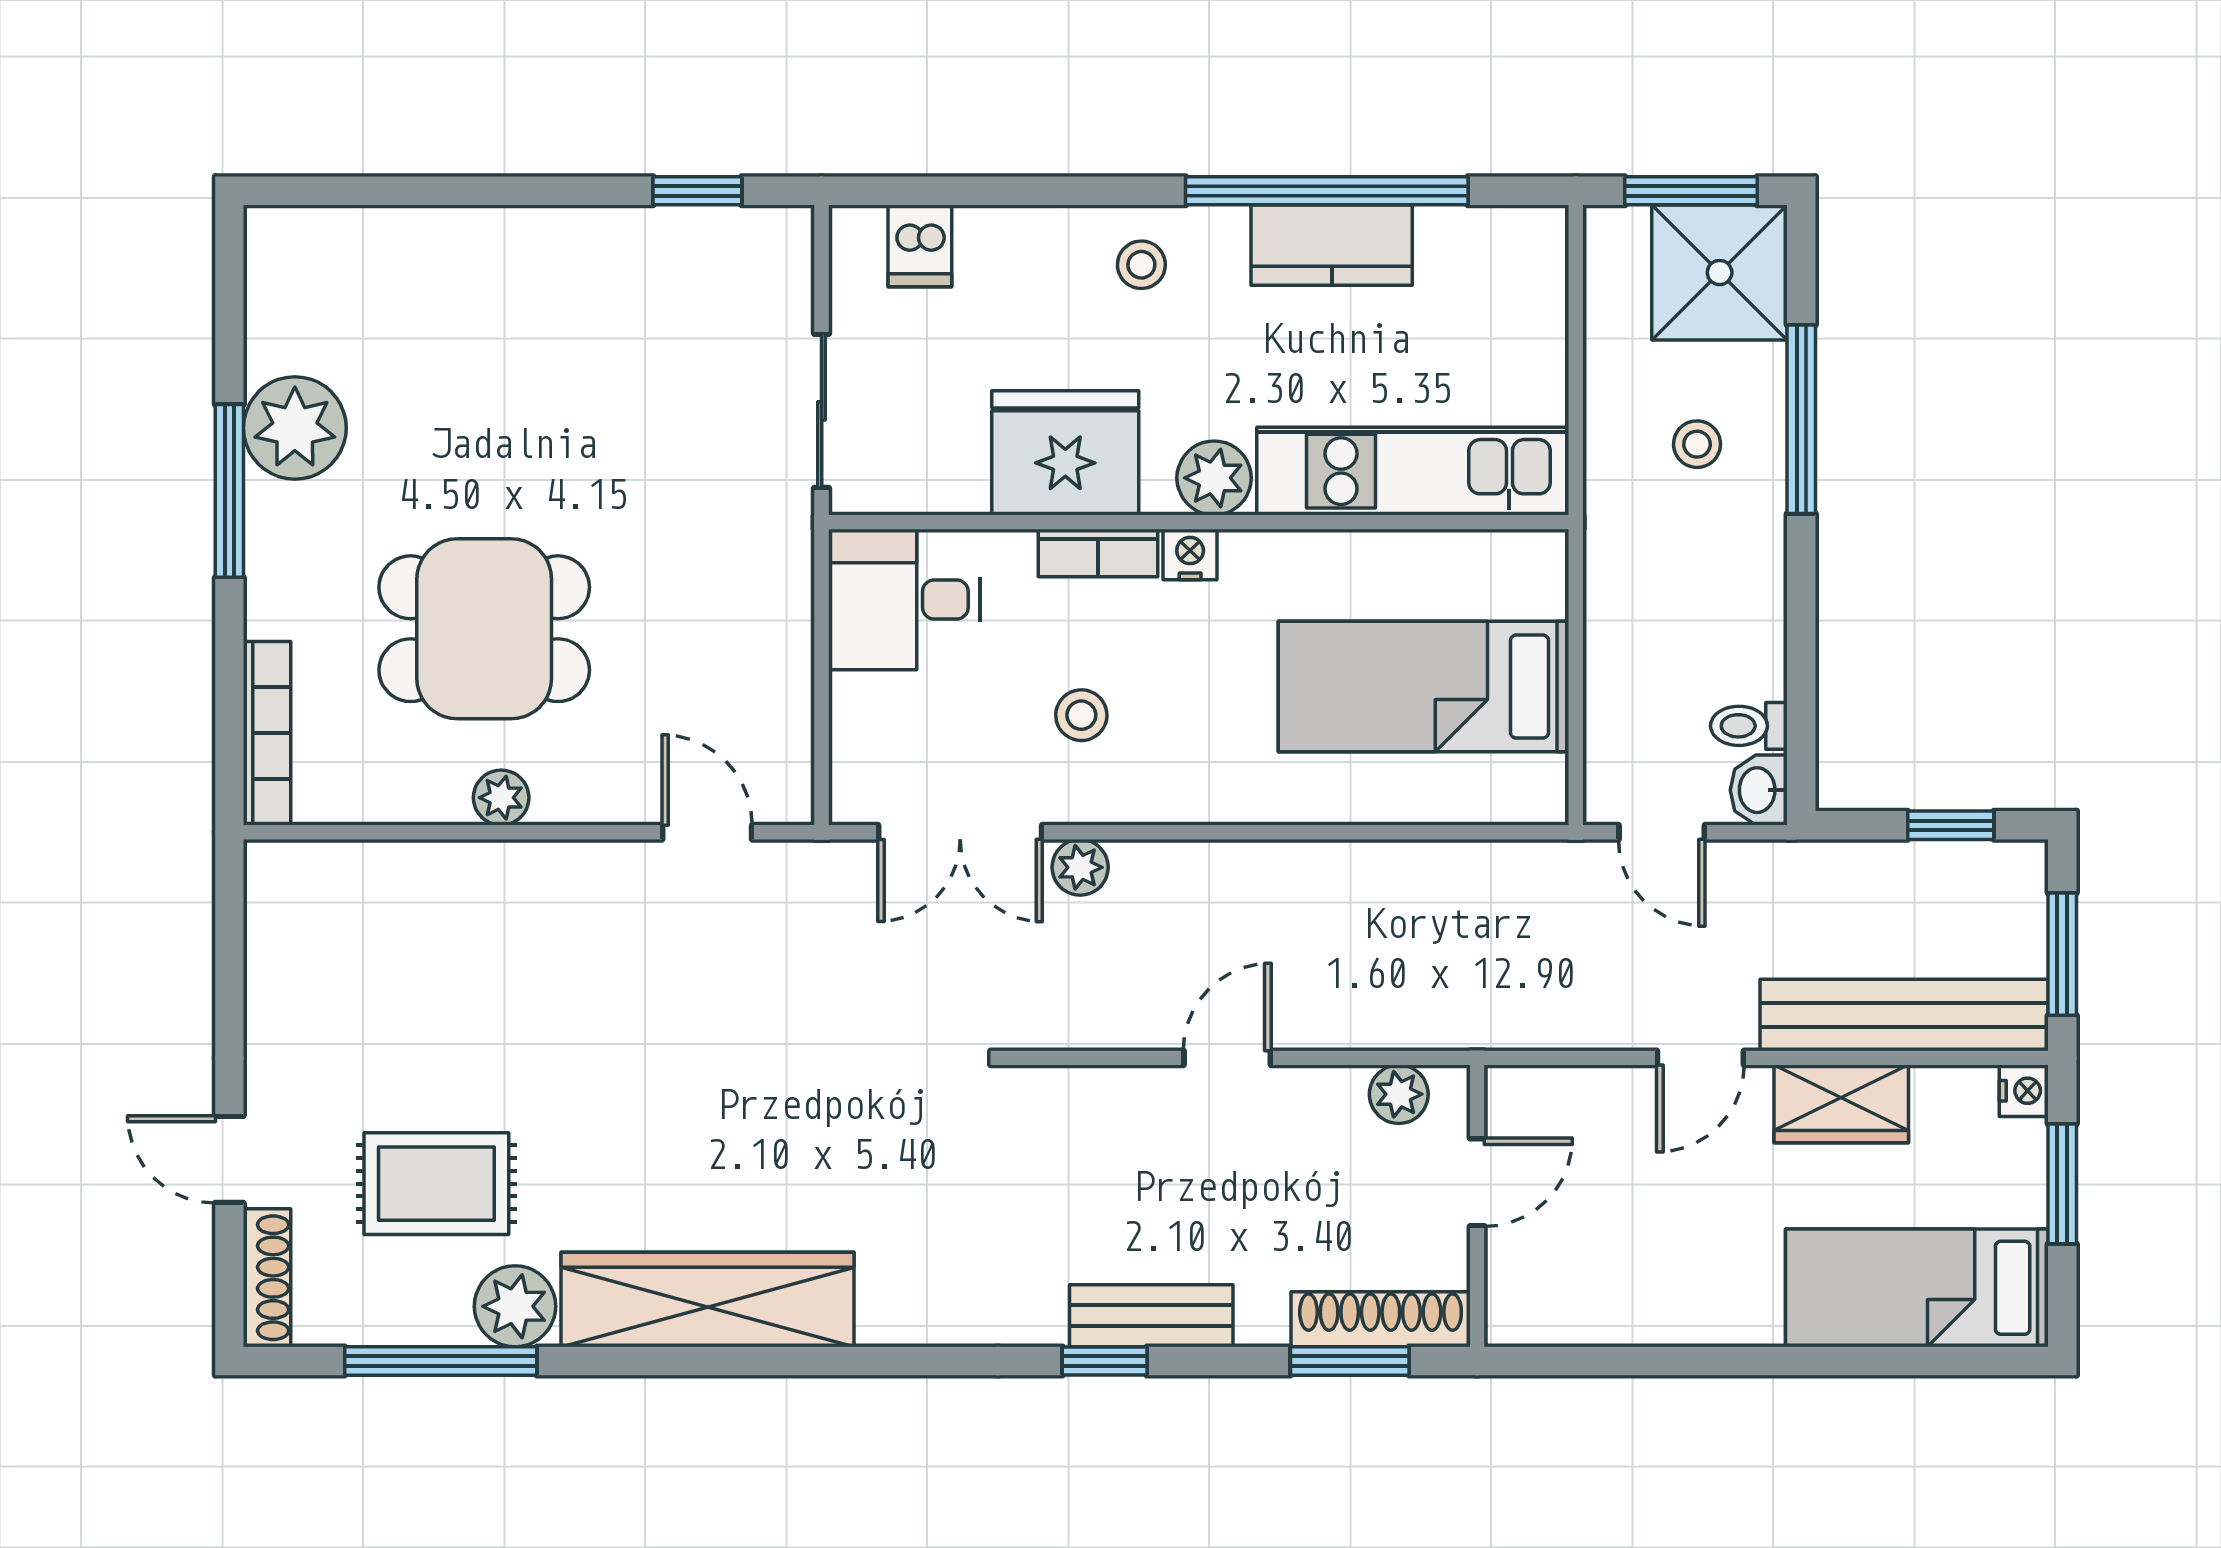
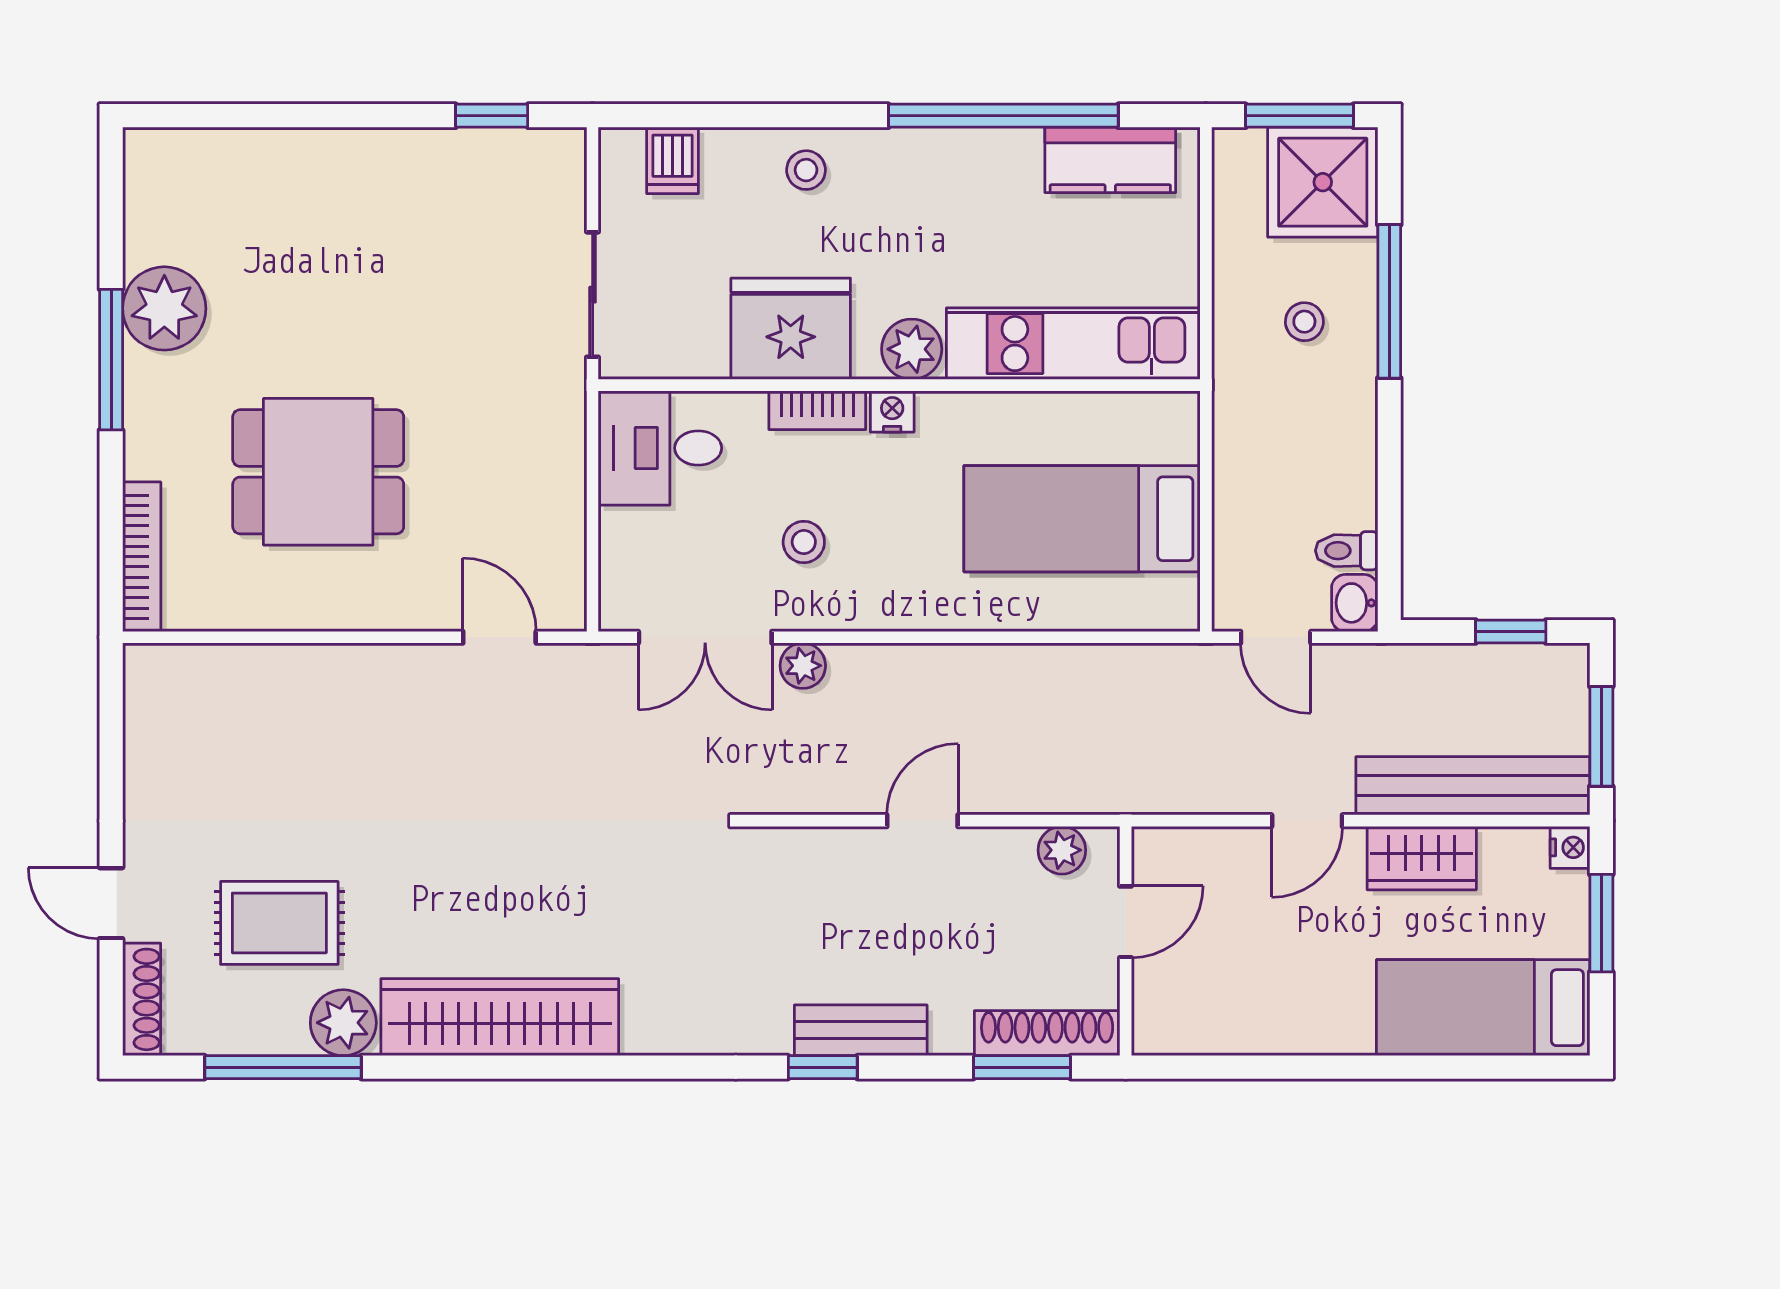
kitchen counter: (1332, 245) -> (1110, 160), moved
stool: (1141, 265) -> (806, 170), moved
plant: (501, 798) -> (332, 609), removed

